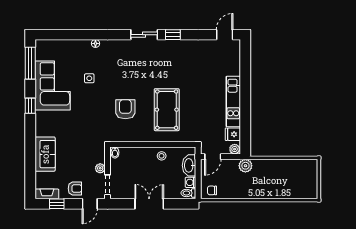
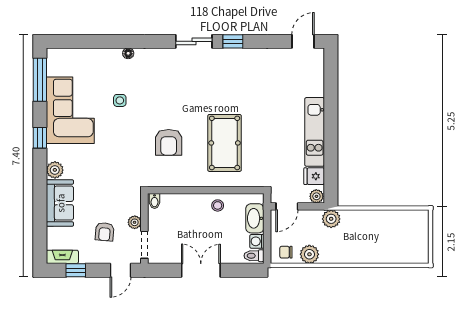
armchair: (125, 109) -> (169, 142), turned 180
plant: (41, 130) -> (55, 170), added
armchair: (75, 189) -> (105, 232), moved, turned 95
plant: (229, 192) -> (309, 254), added

